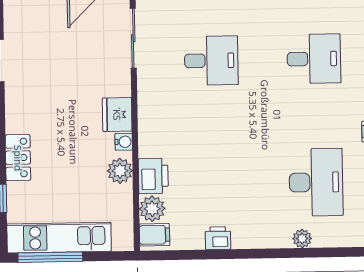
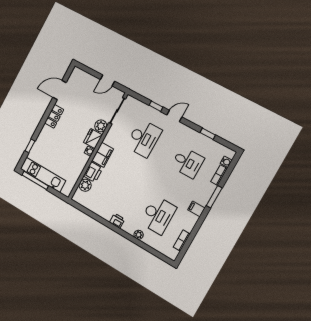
desk: (211, 61) -> (144, 138), width x1.37
locker: (18, 158) -> (54, 116), moved
plant: (120, 171) -> (101, 126), moved
filing cabinet: (155, 235) -> (103, 155), moved, width x2.00
printer: (218, 238) -> (117, 221), moved

